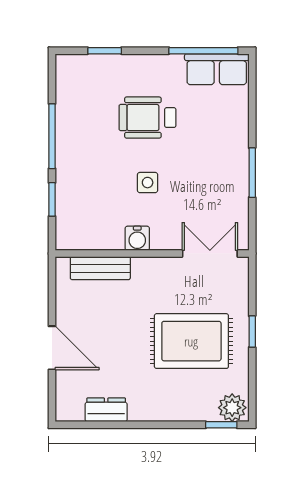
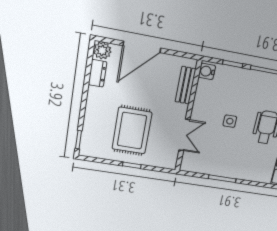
water cooler: (137, 238) -> (207, 71), moved
double door: (210, 254) -> (184, 135), moved
door: (52, 348) -> (142, 47), width x1.36
plant: (232, 408) -> (102, 50), moved

